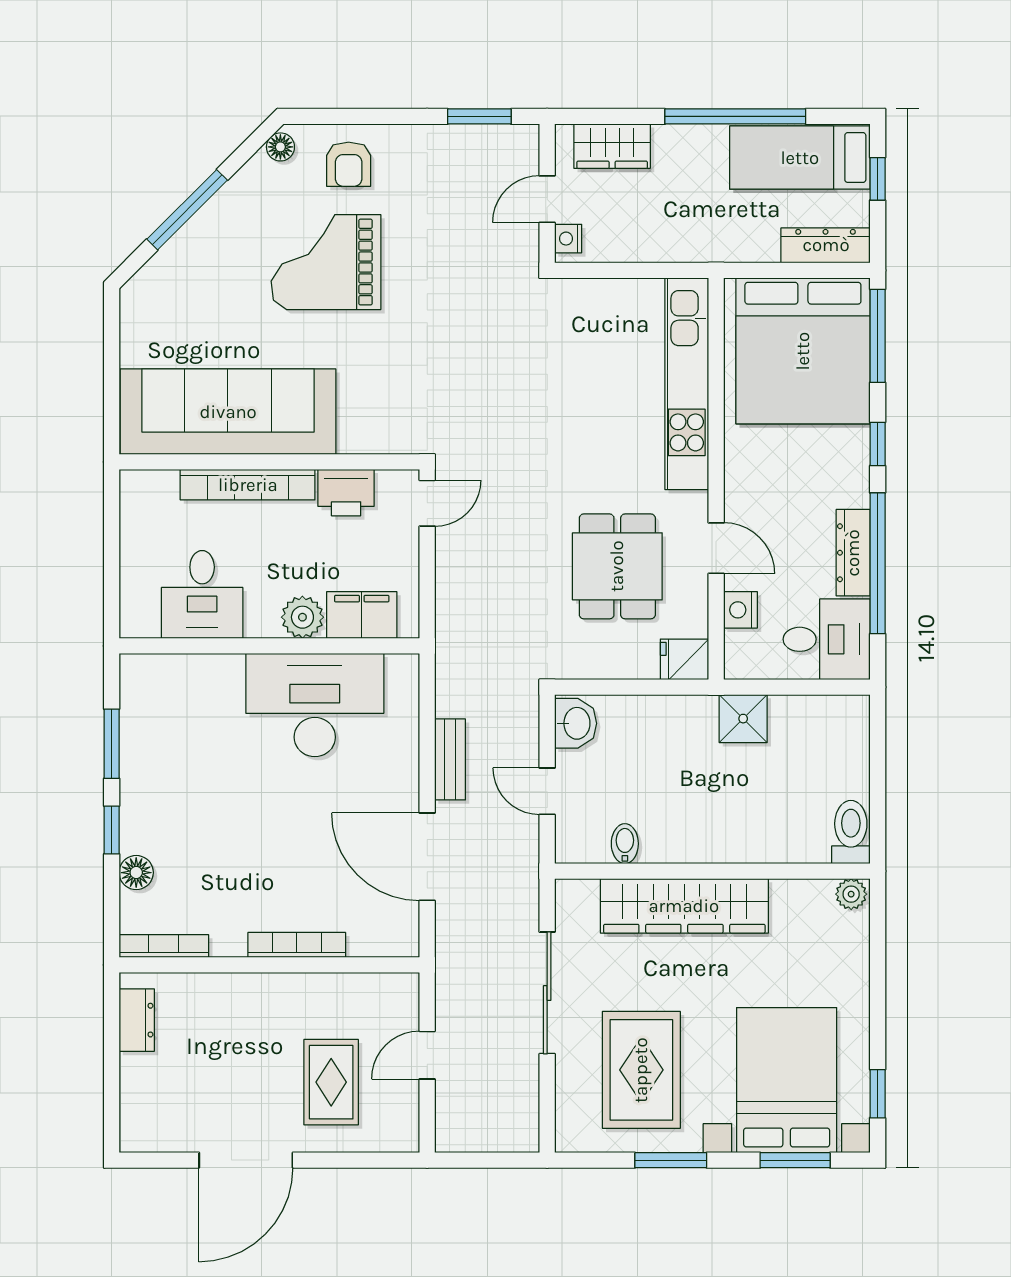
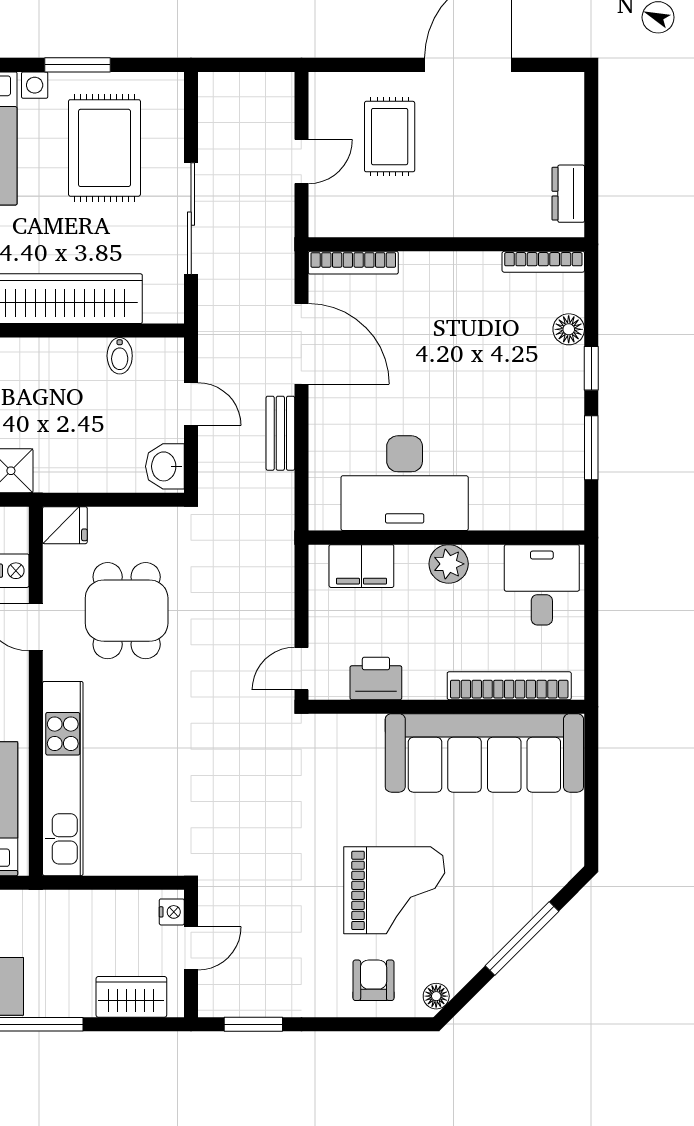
bookcase: (248, 485) -> (509, 686), moved
desk: (202, 594) -> (542, 585), moved
plant: (302, 617) -> (449, 564), moved
bookcase: (297, 945) -> (353, 263), moved

